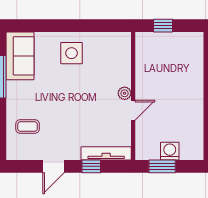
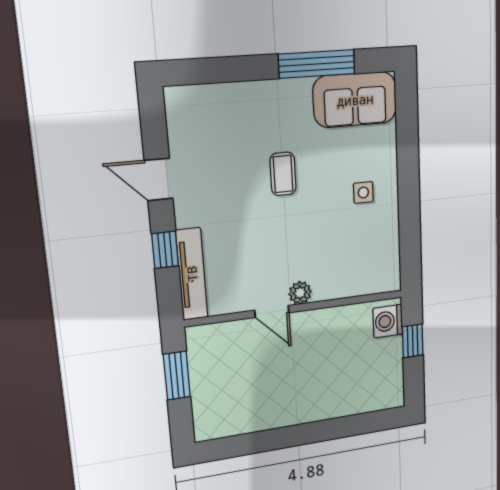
side table: (71, 53) -> (363, 192), width x0.54, depth x0.54
coffee table: (28, 127) -> (283, 174), moved
washing machine: (170, 151) -> (388, 321), moved, turned 180

